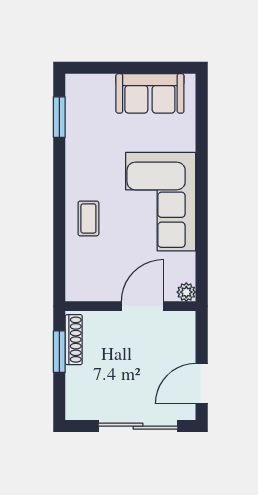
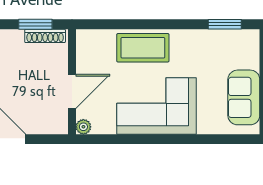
coffee table: (88, 218) -> (143, 48), width x1.86, depth x1.72
door: (142, 306) -> (72, 91), hinge flipped

